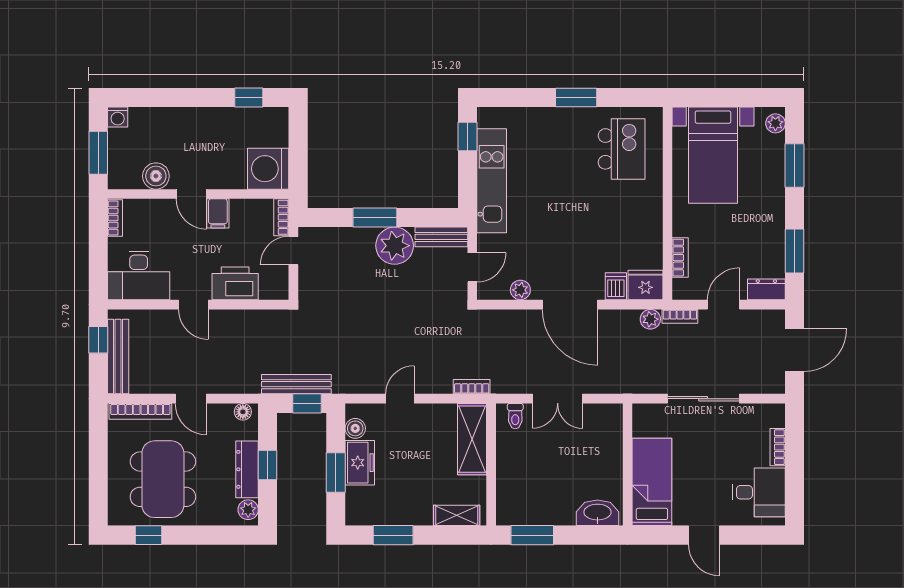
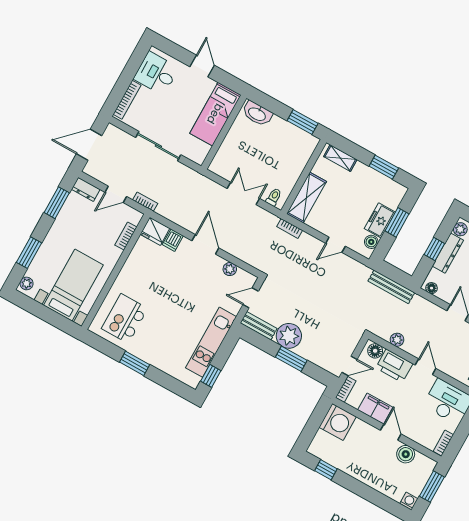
filing cabinet: (218, 213) -> (375, 409), width x2.00
floor lamp: (271, 289) -> (375, 351), added
door: (570, 305) -> (205, 244), width x0.73
plant: (650, 319) -> (397, 340), moved
window: (307, 403) -> (391, 272), removed
bookcase: (778, 447) -> (127, 100), width x1.56

